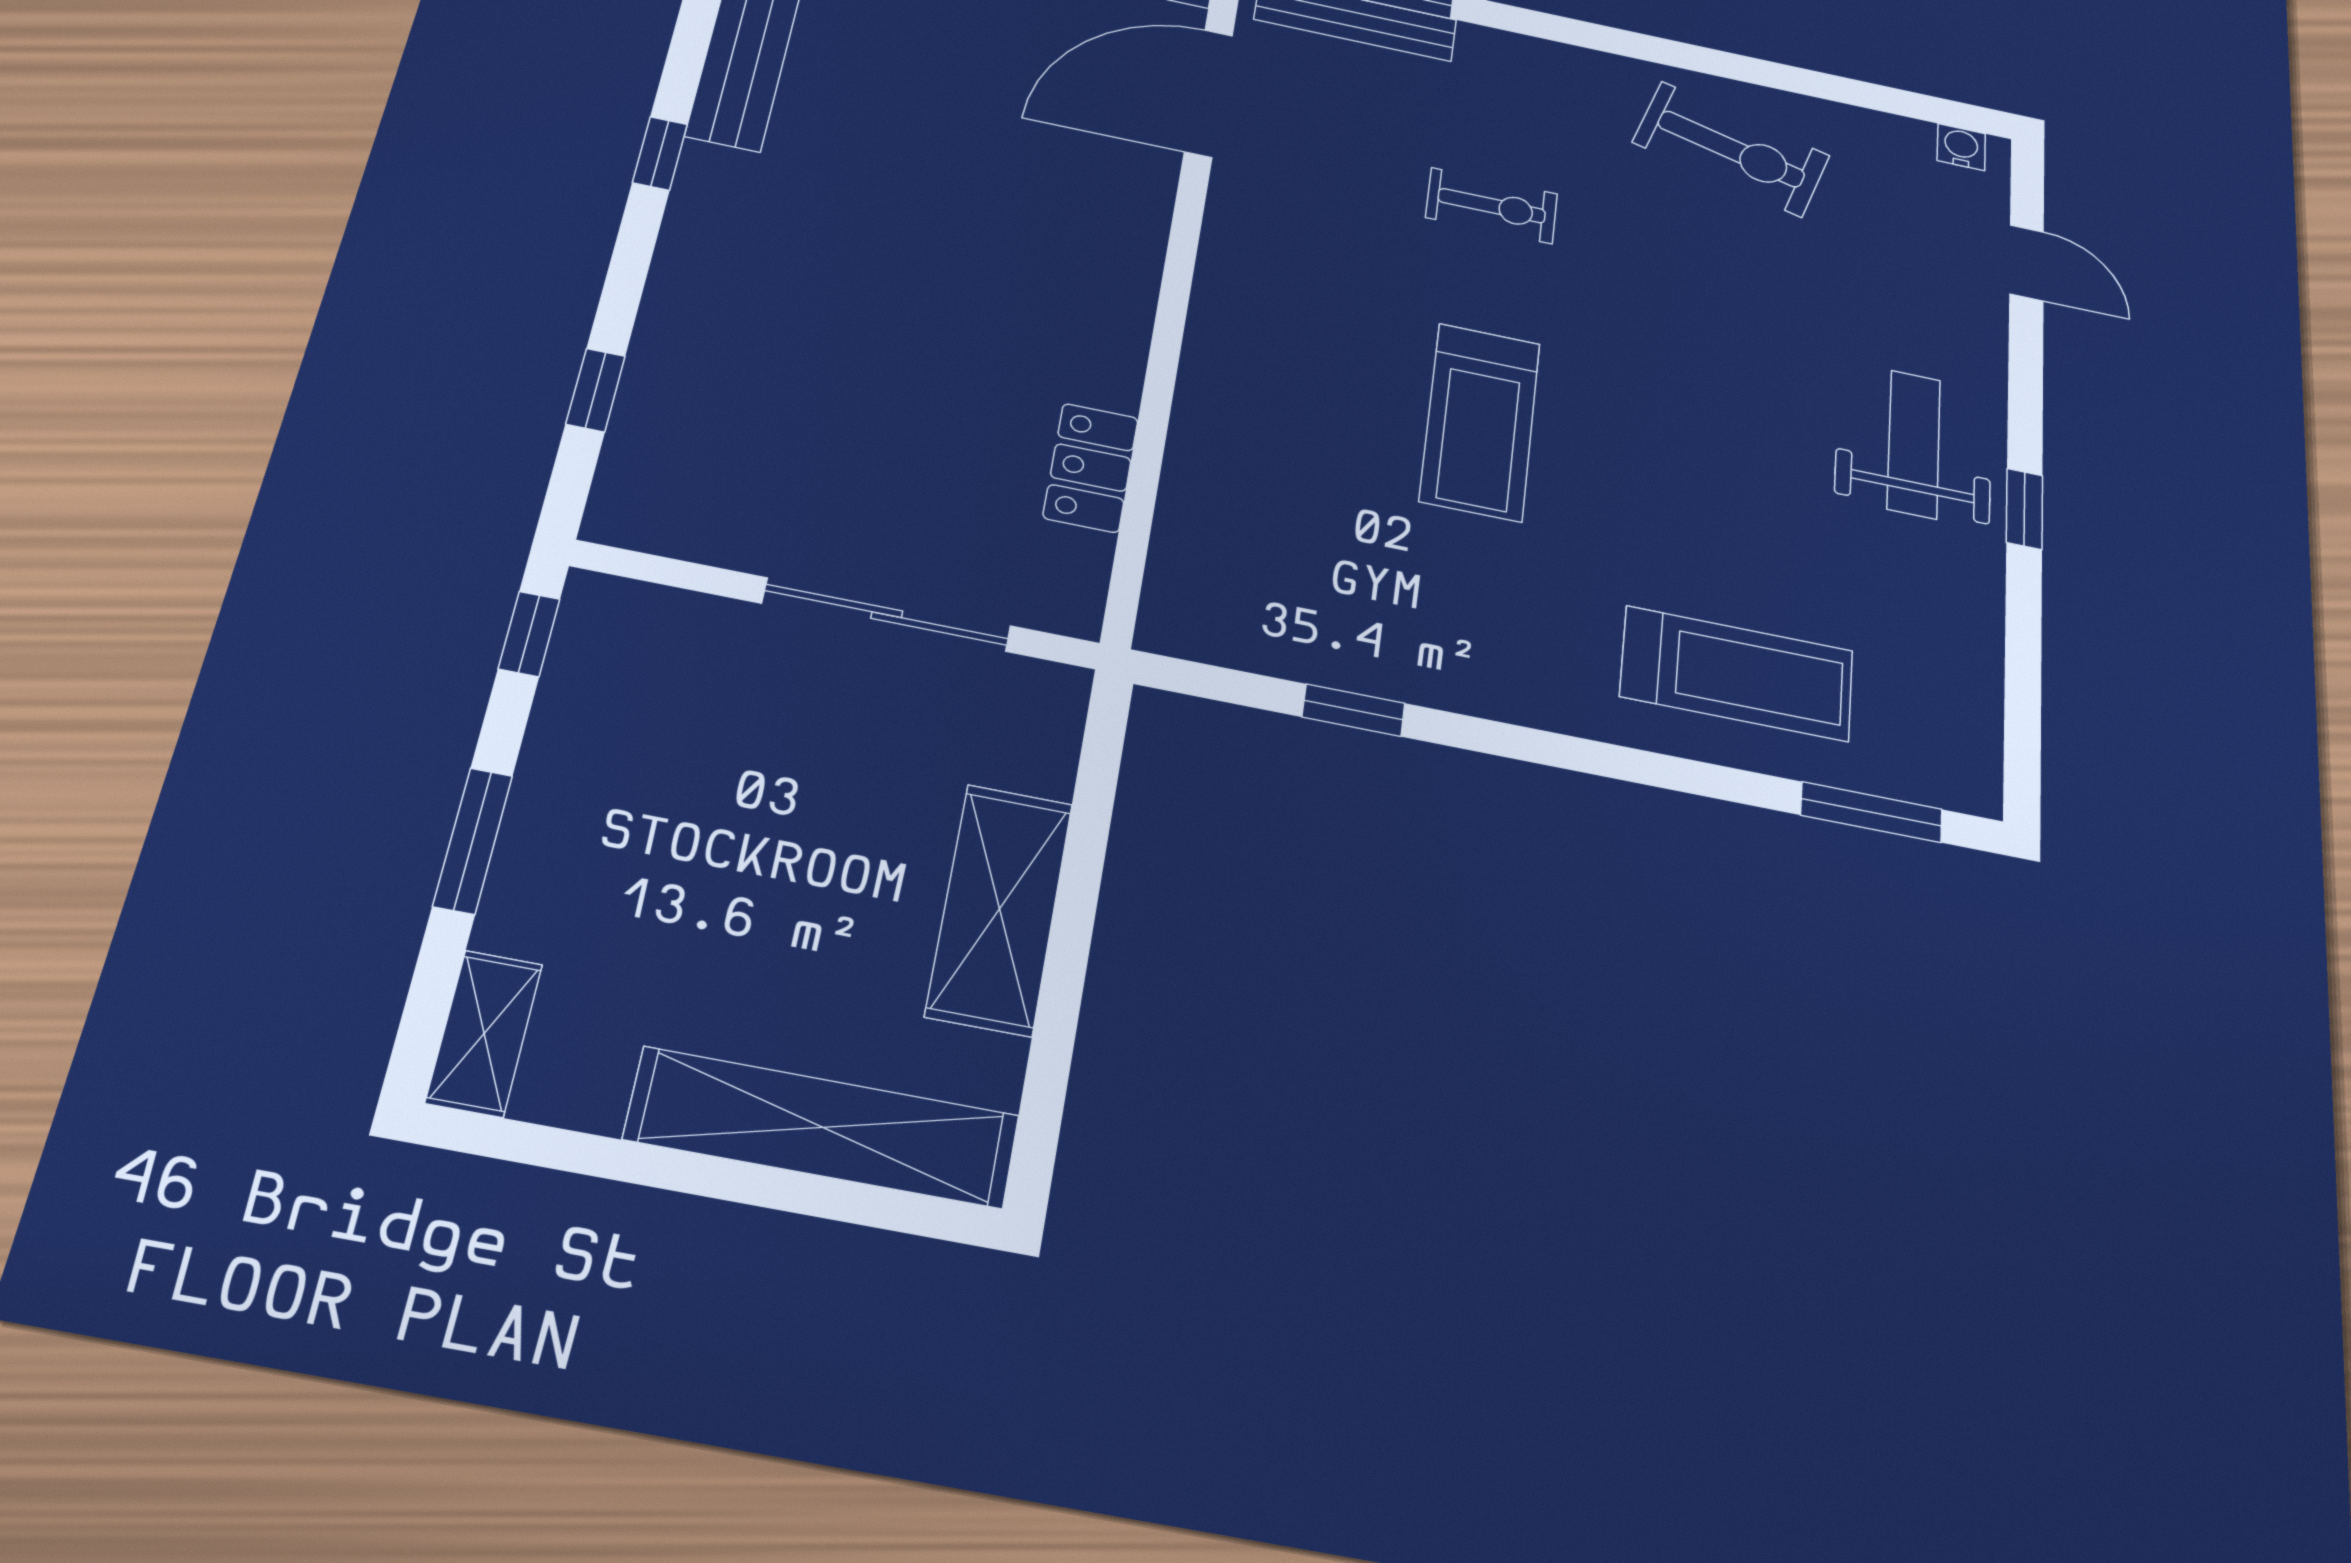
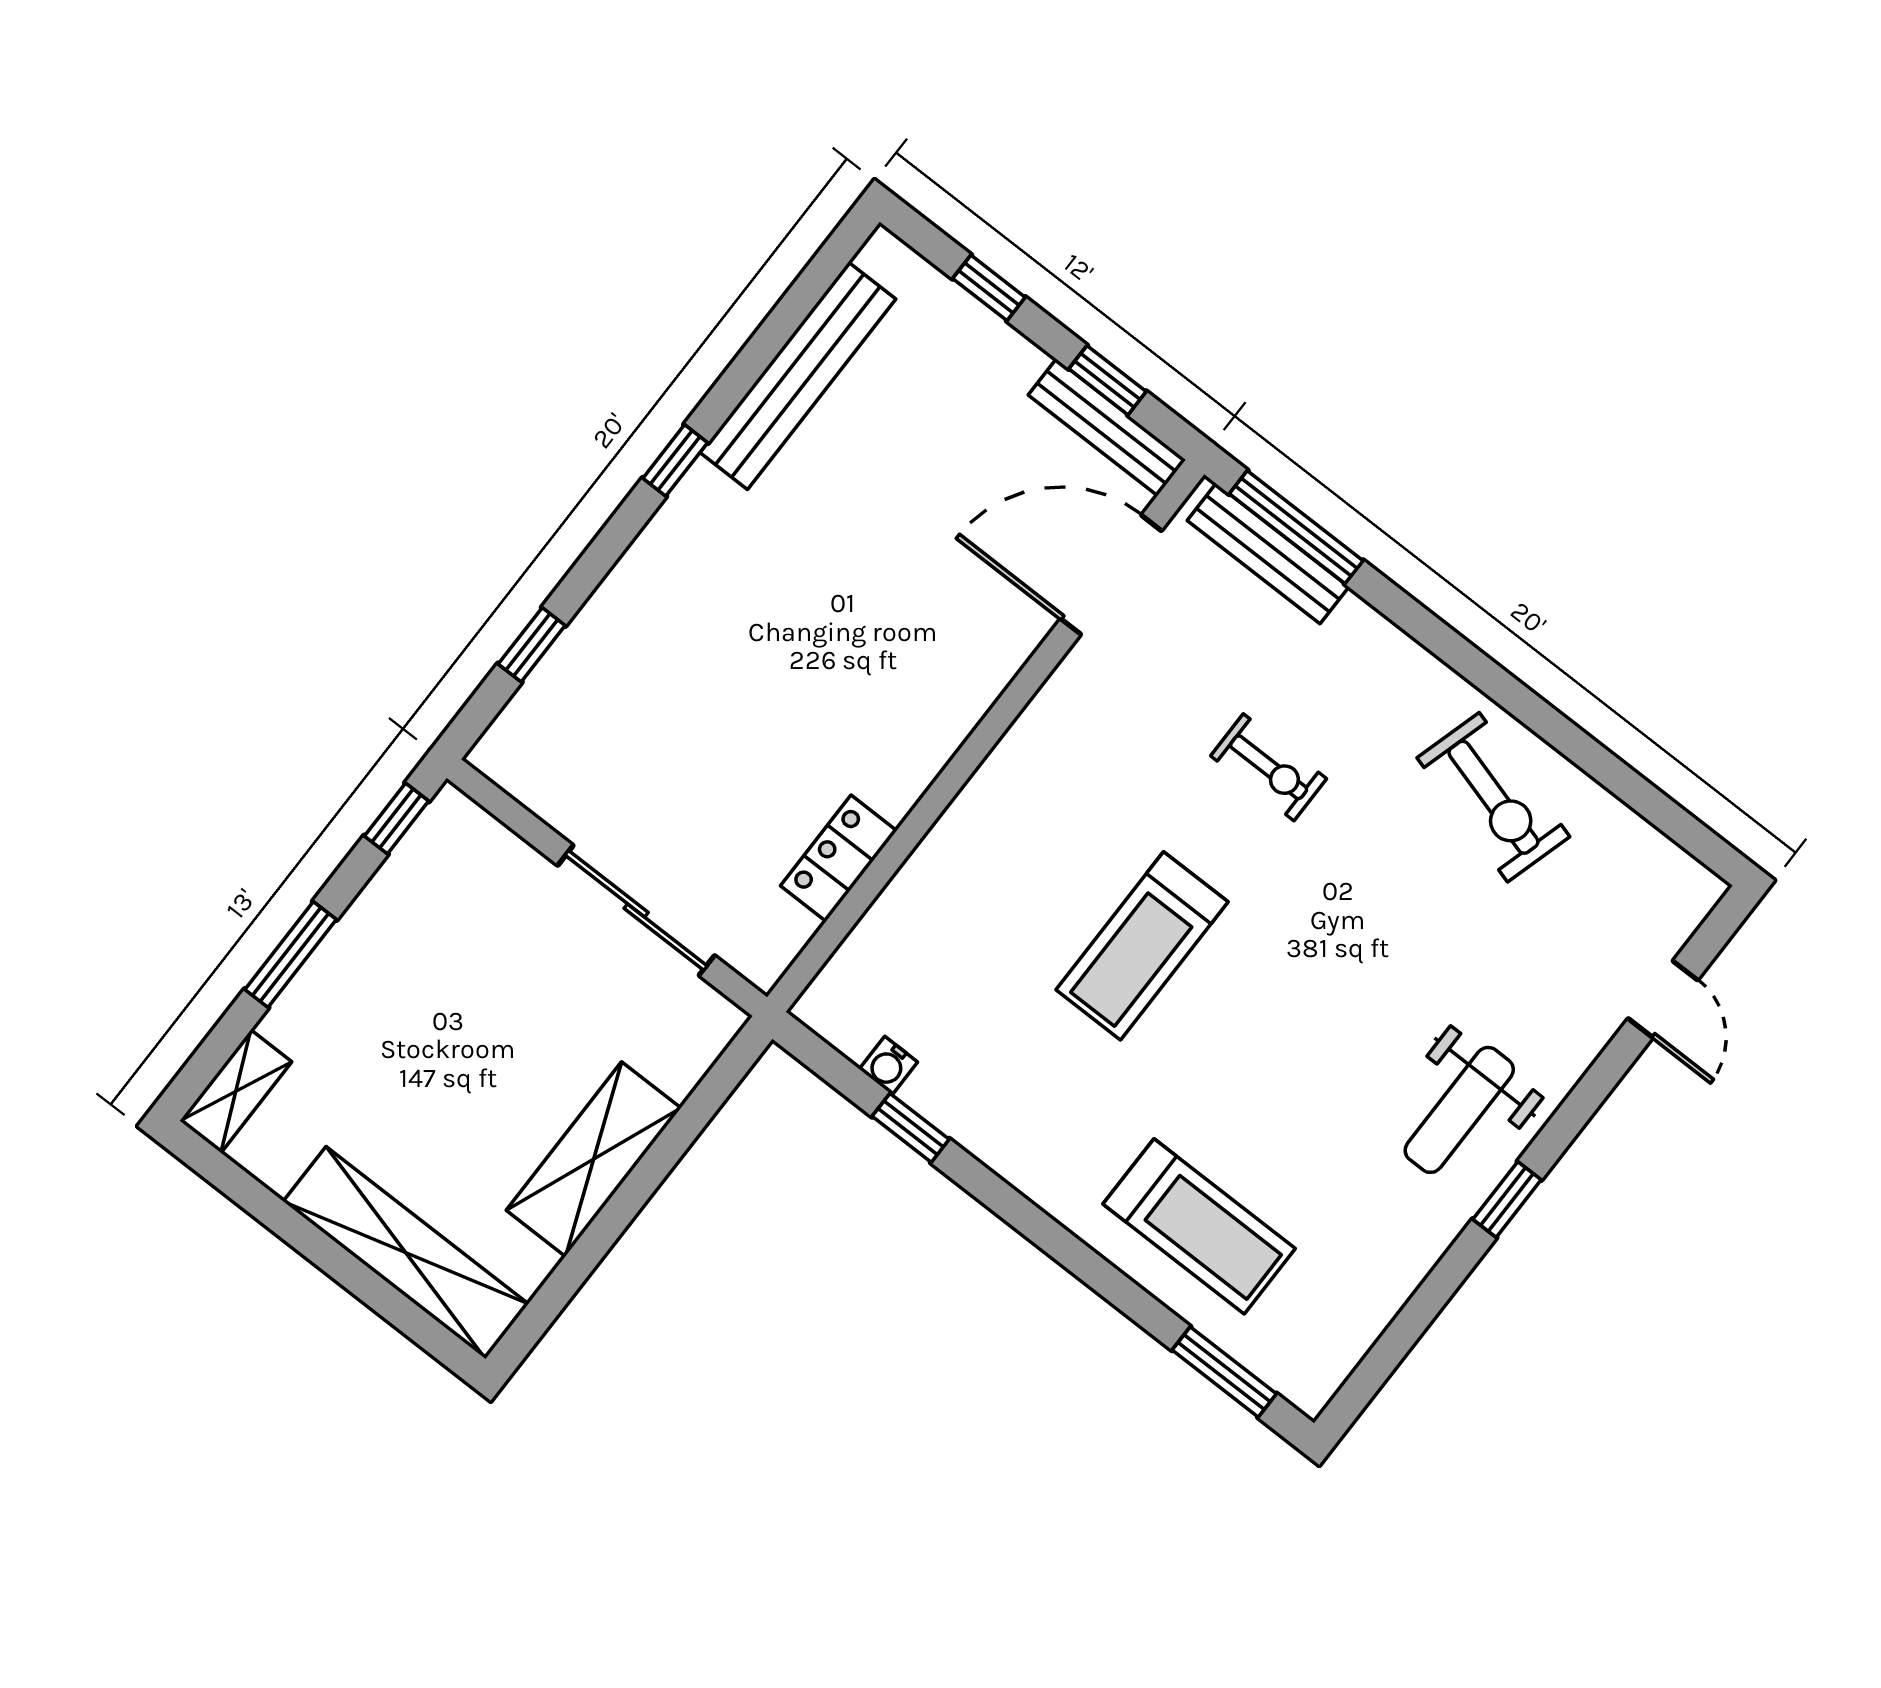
water cooler: (1961, 147) -> (888, 1065), moved, turned 180
weight bench: (1914, 444) -> (1459, 1110), turned 180

